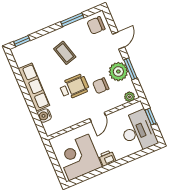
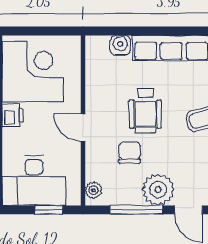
window: (130, 69) -> (136, 210), width x1.44
plant: (118, 72) -> (158, 189), moved

